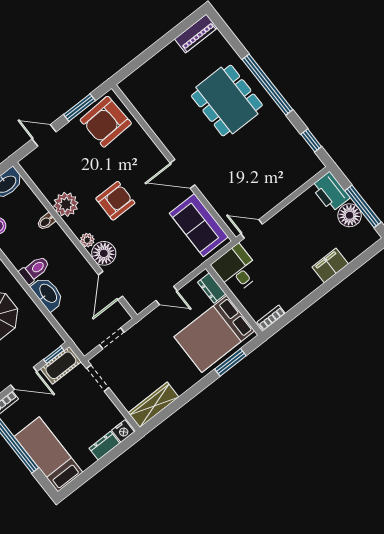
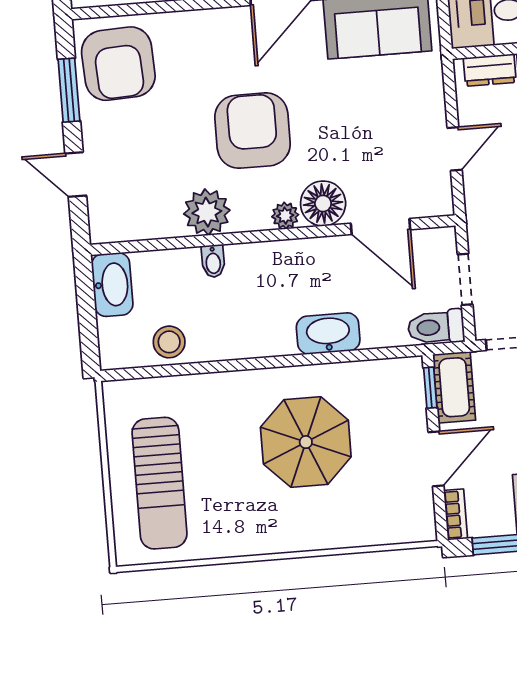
door: (44, 135) -> (76, 174), hinge flipped
armchair: (115, 201) -> (252, 131), width x1.36, depth x1.36
toilet: (35, 270) -> (436, 327), moved, turned -90

